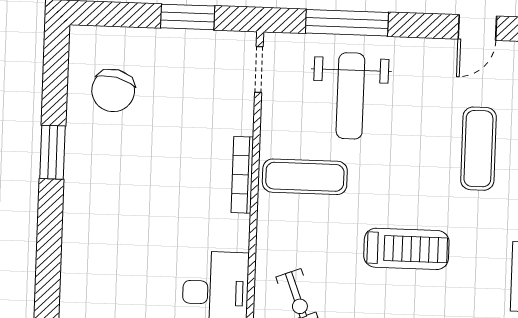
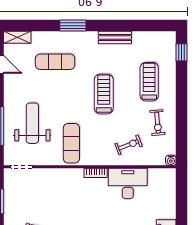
weight bench: (350, 96) -> (32, 123), turned -90
bookcase: (242, 175) -> (96, 173), moved, width x0.64

